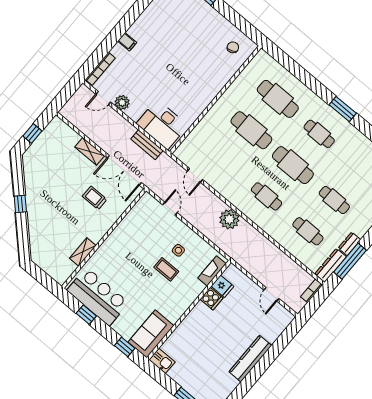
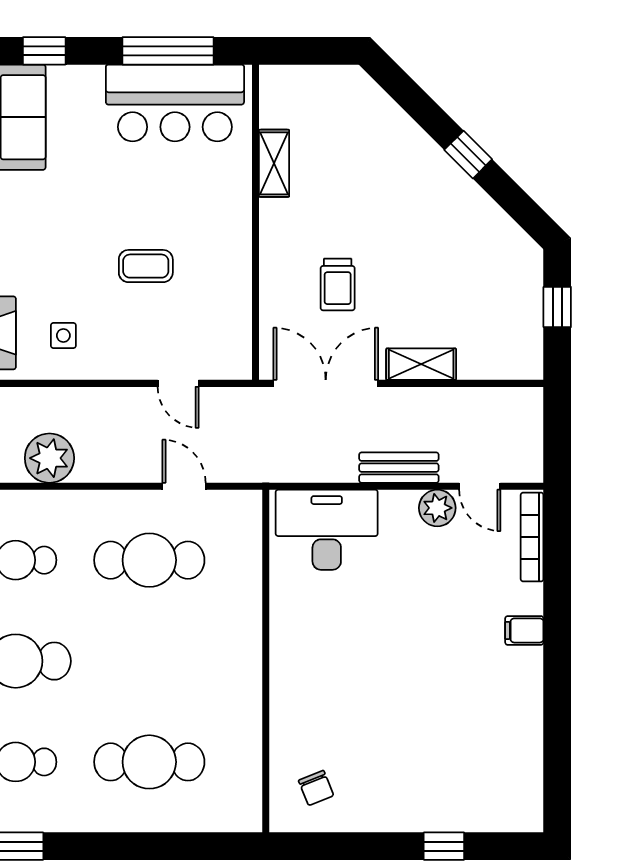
door: (103, 98) -> (480, 486), swing flipped
cafe table: (251, 130) -> (149, 560), moved
bench: (147, 145) -> (399, 468), moved
trolley: (95, 198) -> (338, 285), turned 90
side table: (178, 250) -> (63, 335), moved
coffee table: (166, 269) -> (146, 266), moved
window: (86, 315) -> (168, 51), width x2.17

